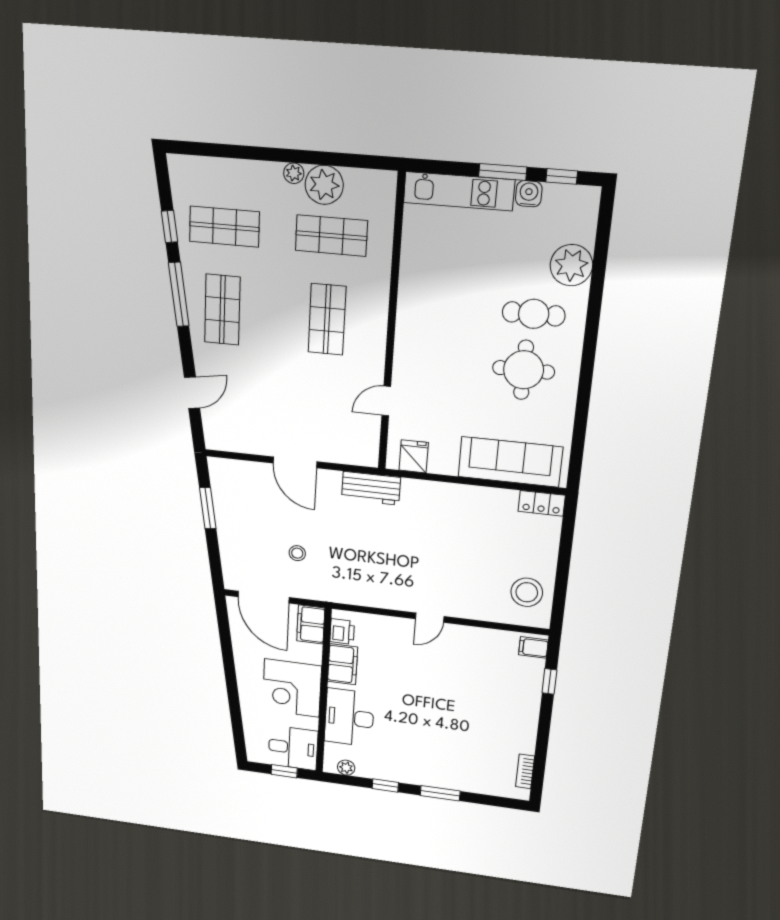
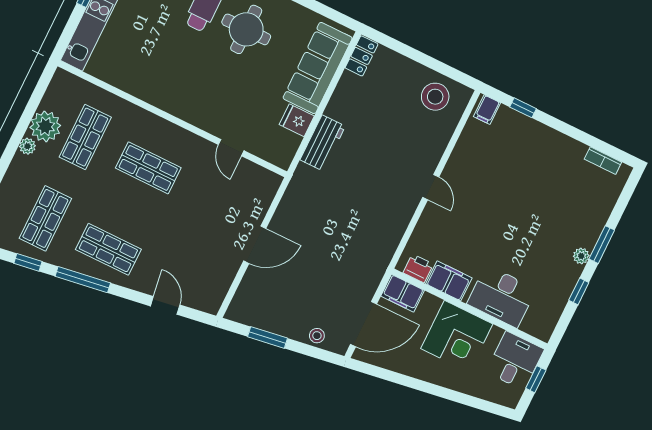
fridge: (414, 456) -> (297, 120), moved
workbench: (371, 488) -> (323, 143), moved
stool: (297, 553) -> (317, 336), moved
plant: (346, 768) -> (581, 256), moved

